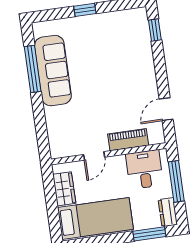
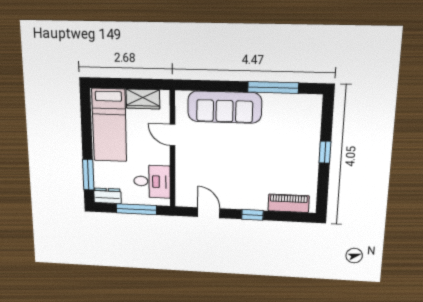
window: (155, 30) -> (252, 215), moved
sofa: (53, 71) -> (225, 107), moved
piano: (128, 140) -> (289, 203), moved, turned -90

